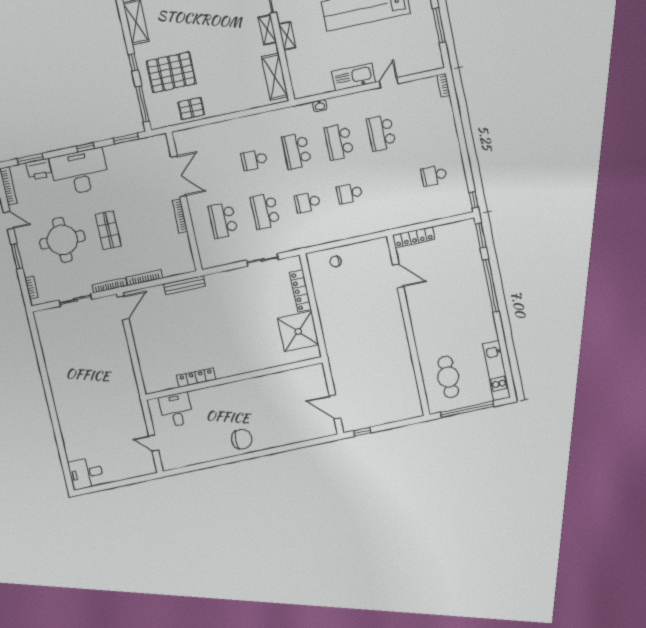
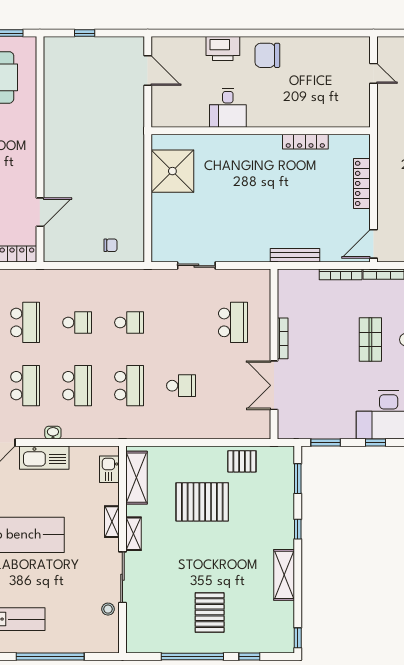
pallet: (171, 72) -> (202, 502), moved
kitchen sink: (298, 79) -> (109, 469), added
window: (142, 104) -> (298, 479), width x0.69
washbasin: (320, 106) -> (53, 433), moved
school desk: (265, 211) -> (25, 322), moved
door: (398, 276) -> (40, 212), swing flipped
locker: (300, 291) -> (362, 183), moved, turned 180
desk: (176, 410) -> (228, 108), moved
window: (362, 432) -> (85, 33), moved
printer: (279, 437) -> (223, 48), added

